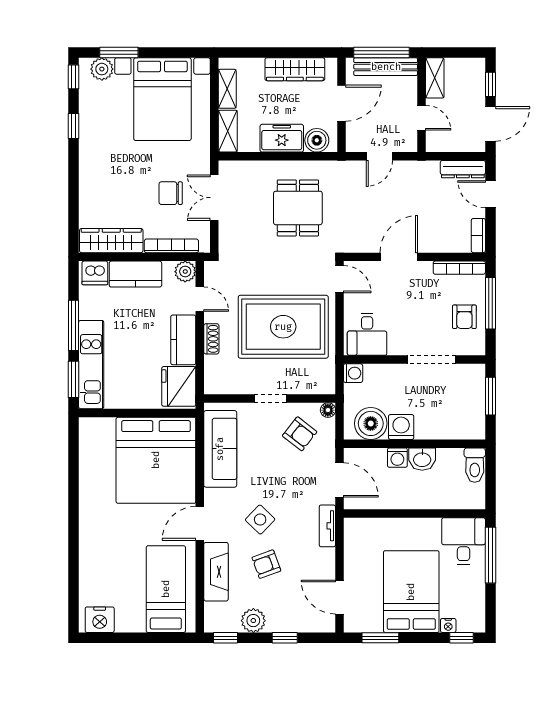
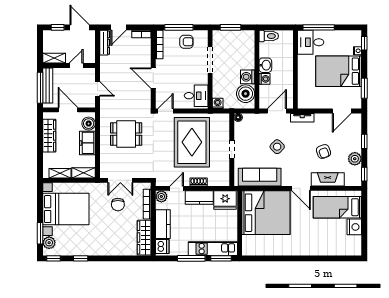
armchair: (300, 434) -> (251, 133), removed
side table: (260, 520) -> (277, 147), moved
nightstand: (100, 620) -> (354, 227), moved

